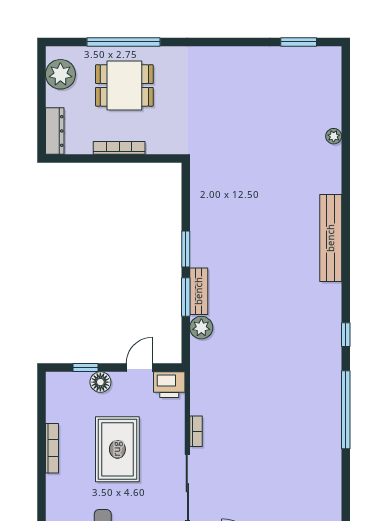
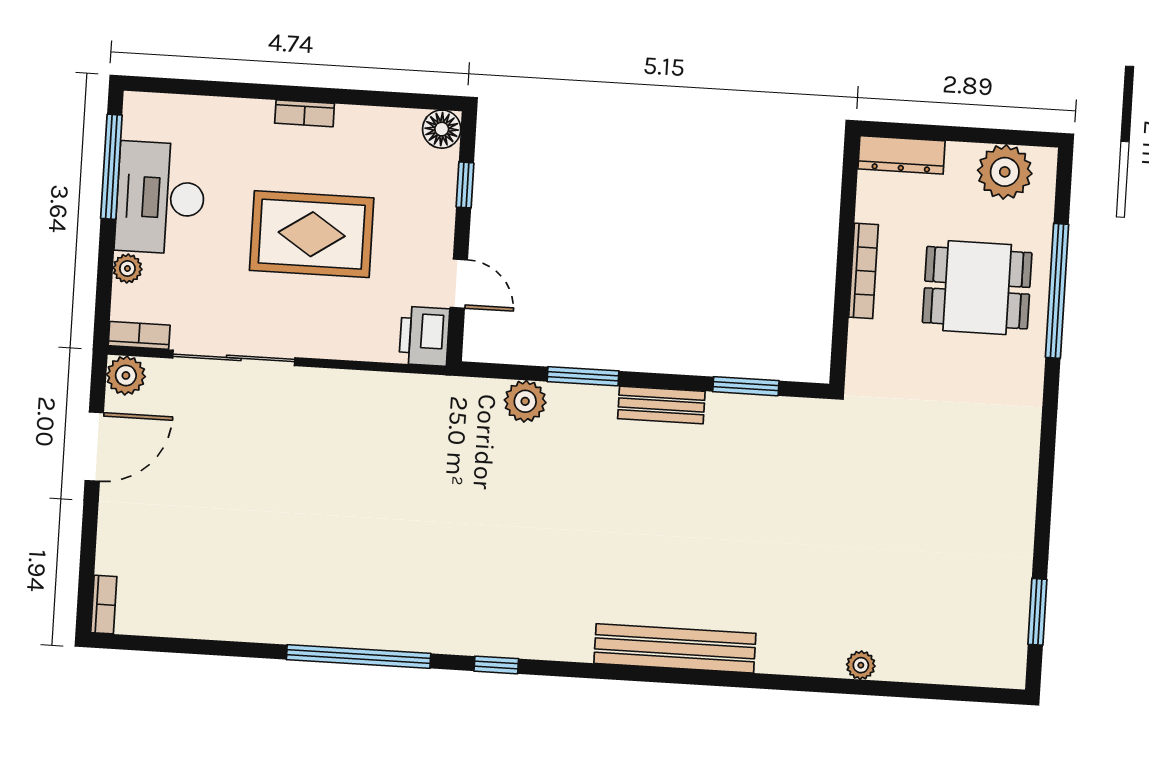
dining table: (124, 85) -> (977, 288), turned 90
window: (186, 249) -> (746, 386), moved
bench: (199, 291) -> (661, 405), moved
floor lamp: (100, 382) -> (442, 129), moved
bookcase: (196, 431) -> (336, 380), removed
bookcase: (52, 448) -> (305, 113), width x0.64

